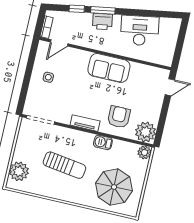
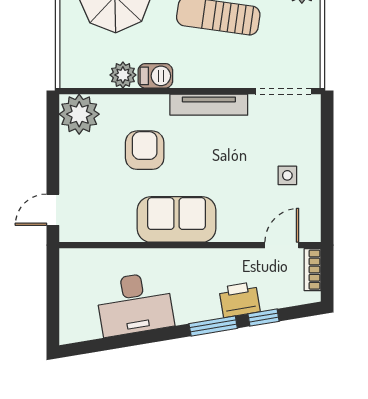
printer: (102, 21) -> (239, 300), moved
armchair: (119, 117) -> (145, 150), moved, turned 180
tv unit: (85, 123) -> (209, 105), width x1.41
plant: (144, 152) -> (123, 75), moved

